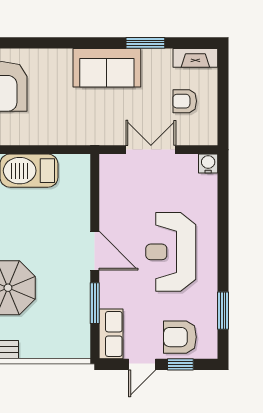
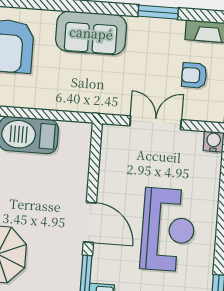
sofa: (107, 68) -> (91, 33), moved
reception desk: (171, 252) -> (168, 230), turned 180

